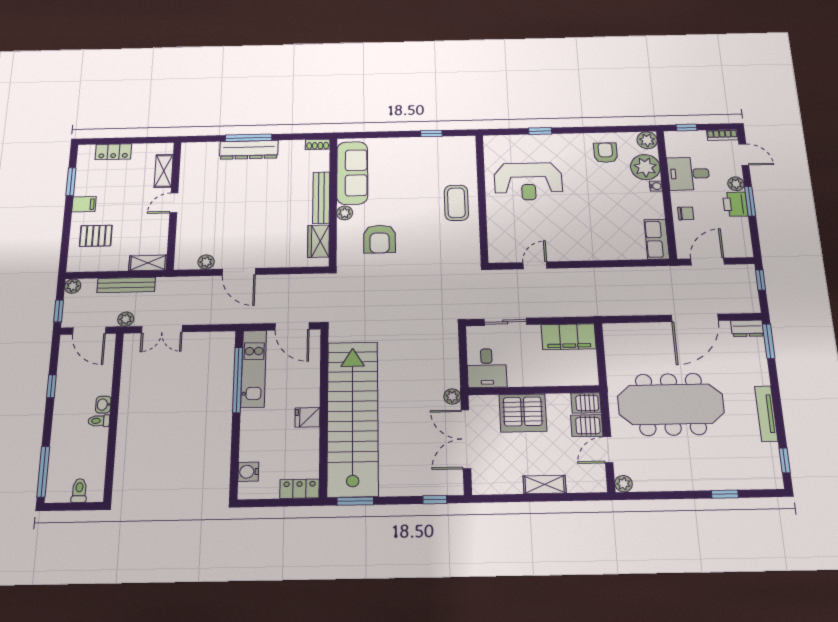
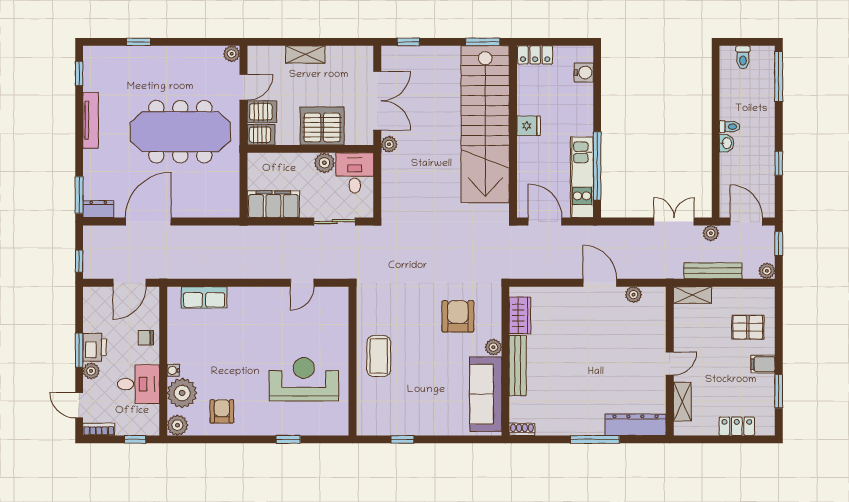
dresser: (249, 150) -> (635, 425), moved
armchair: (605, 153) -> (222, 411), turned 180
row of seats: (657, 239) -> (204, 297), moved, turned 90
plant: (519, 377) -> (324, 163), added

